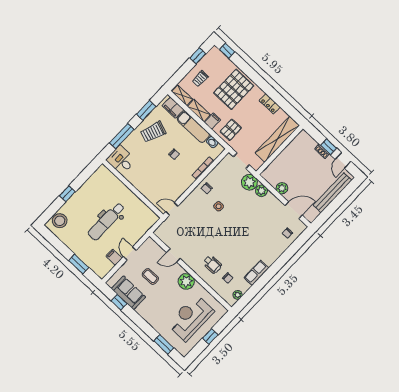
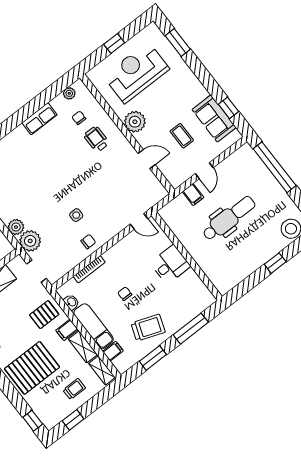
filing cabinet: (173, 108) -> (113, 351), width x0.50
desk: (121, 160) -> (170, 265), moved, turned -90
filing cabinet: (114, 257) -> (193, 195), moved
window: (79, 264) -> (275, 167), width x2.11
reception desk: (191, 318) -> (136, 73), turned 180

